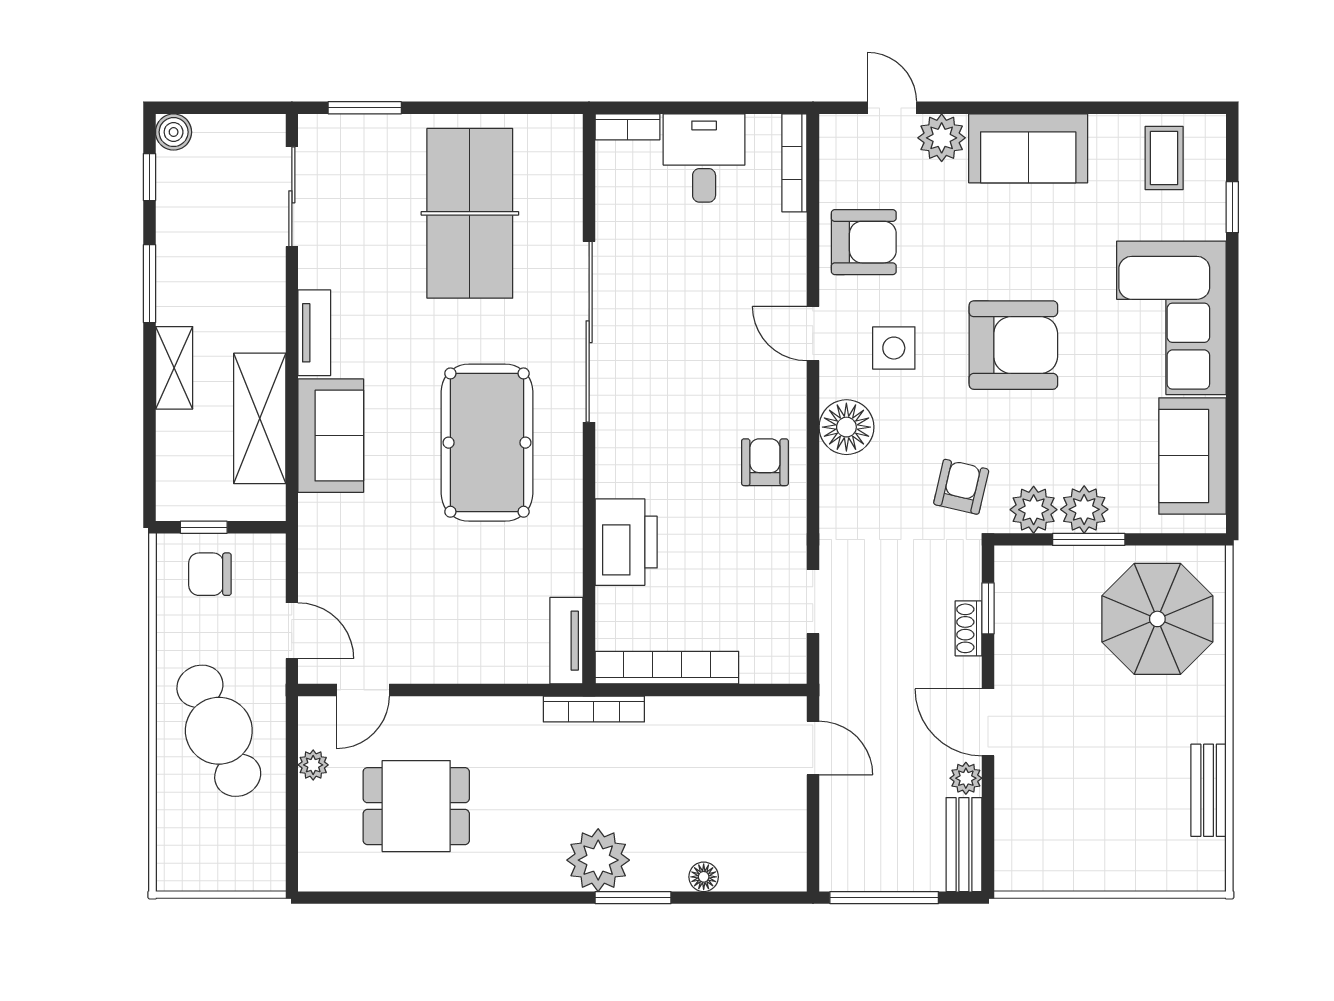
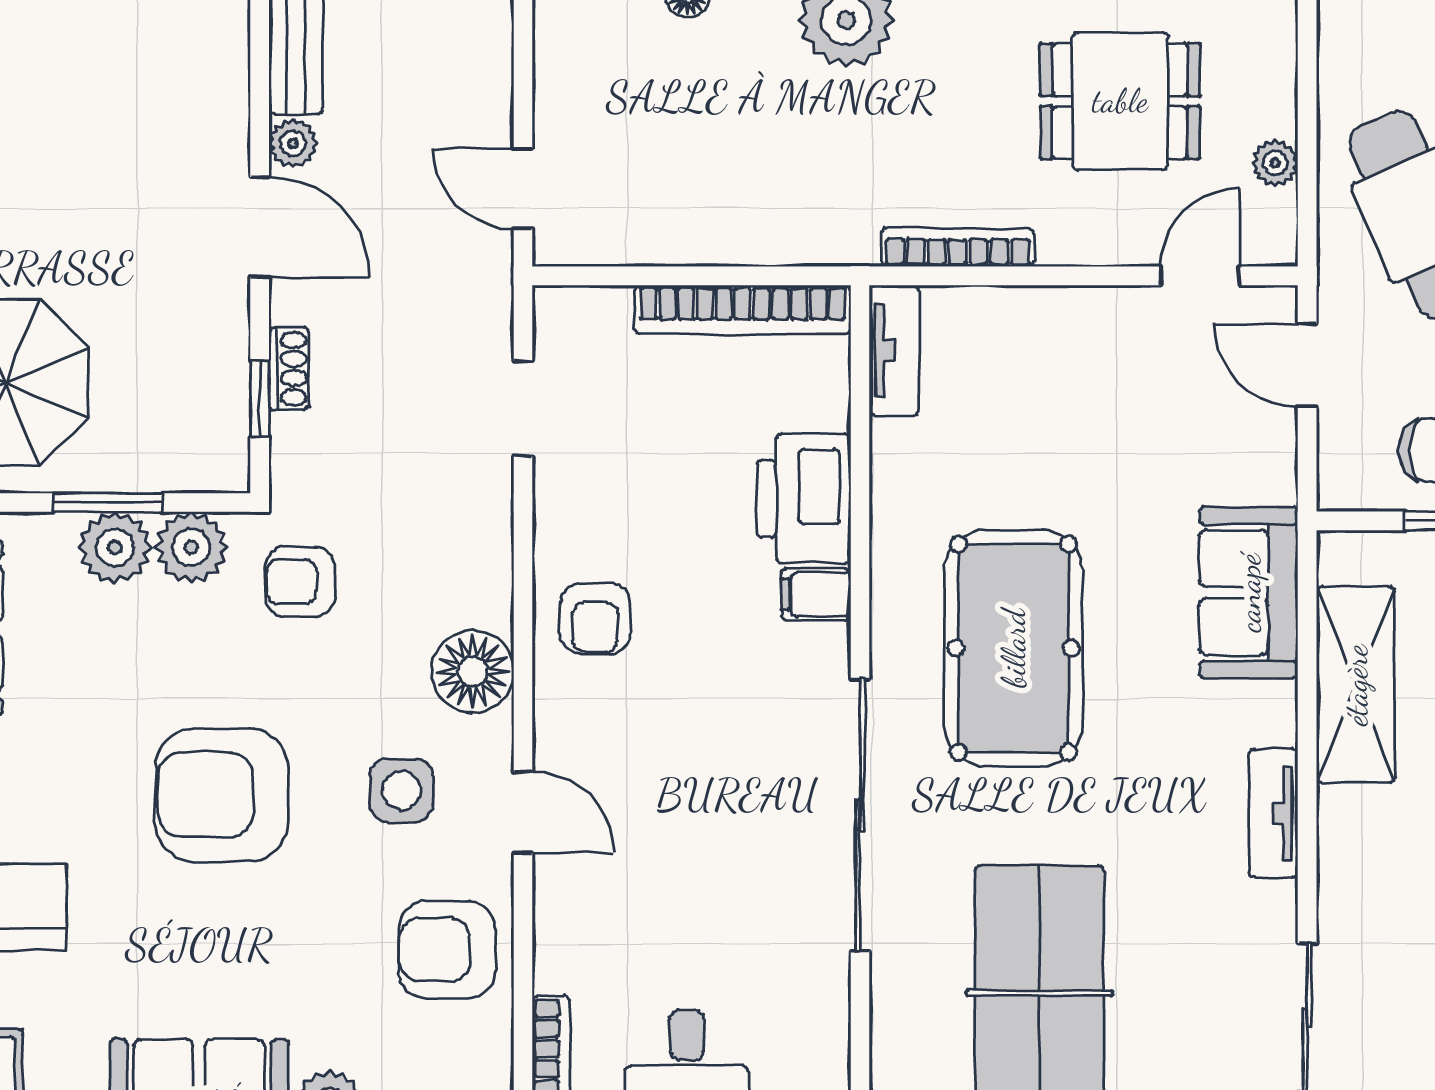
sofa: (331, 436) -> (1249, 593), moved
filing cabinet: (618, 478) -> (816, 594), added
armchair: (961, 487) -> (300, 582), turned 77
bookcase: (594, 709) -> (958, 247), moved

